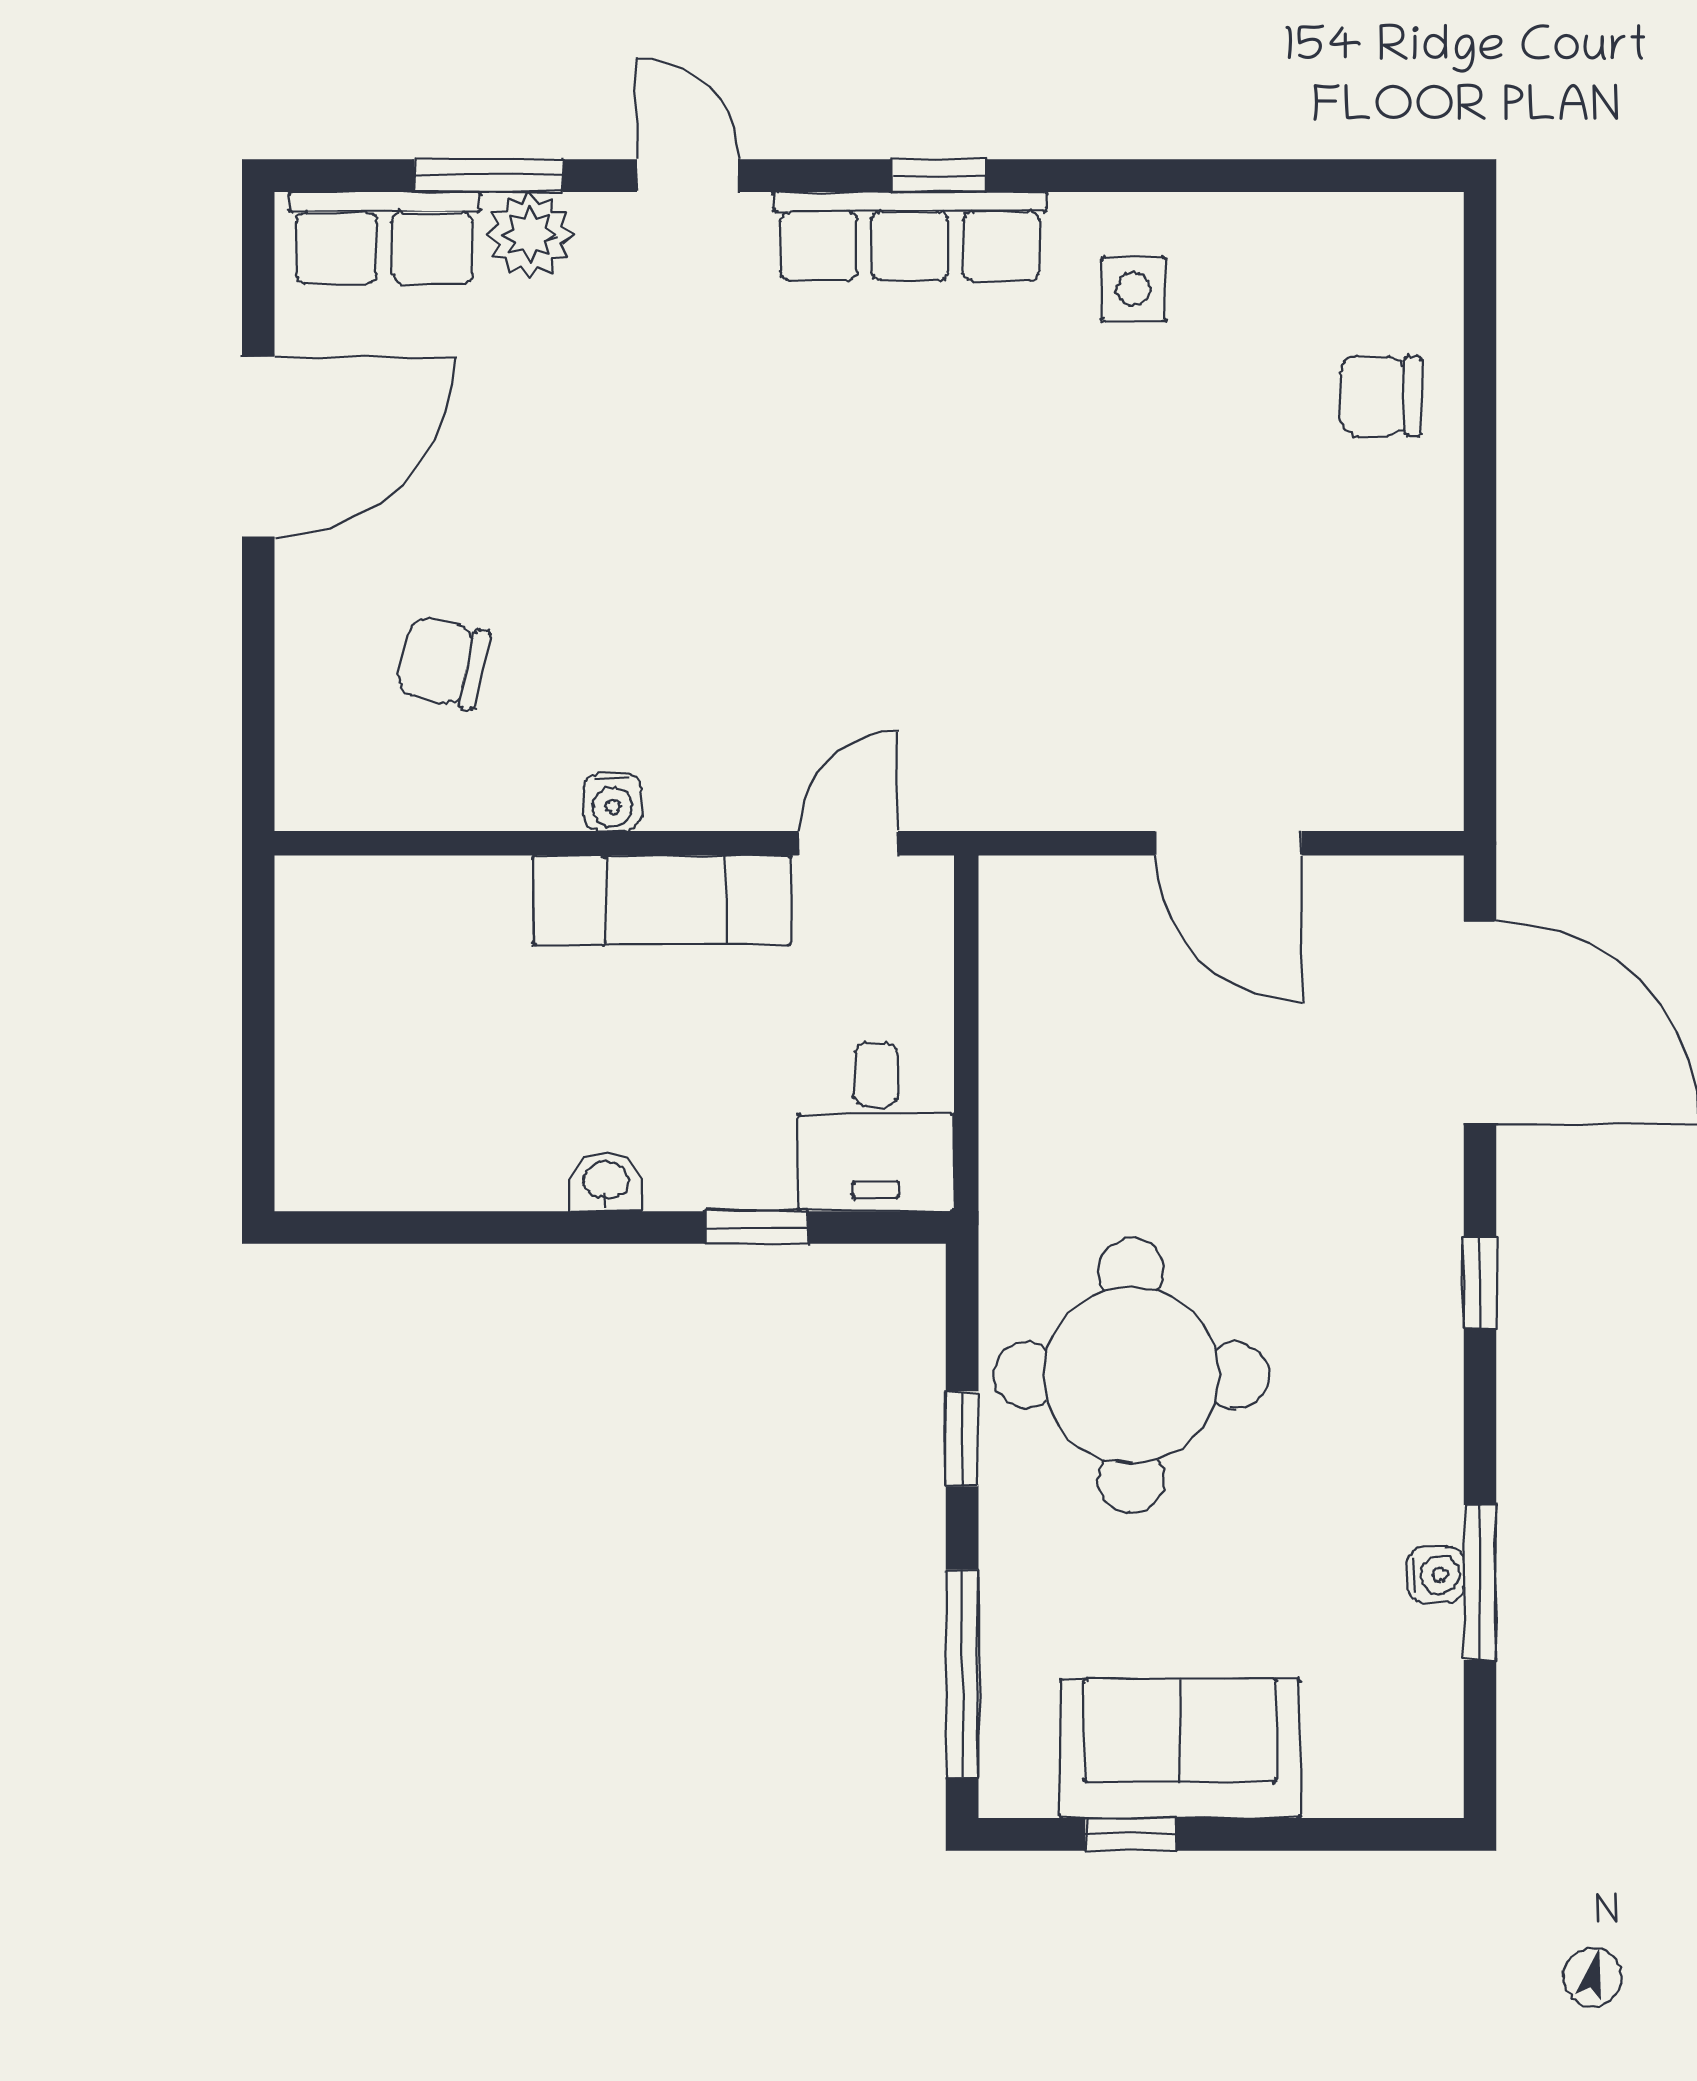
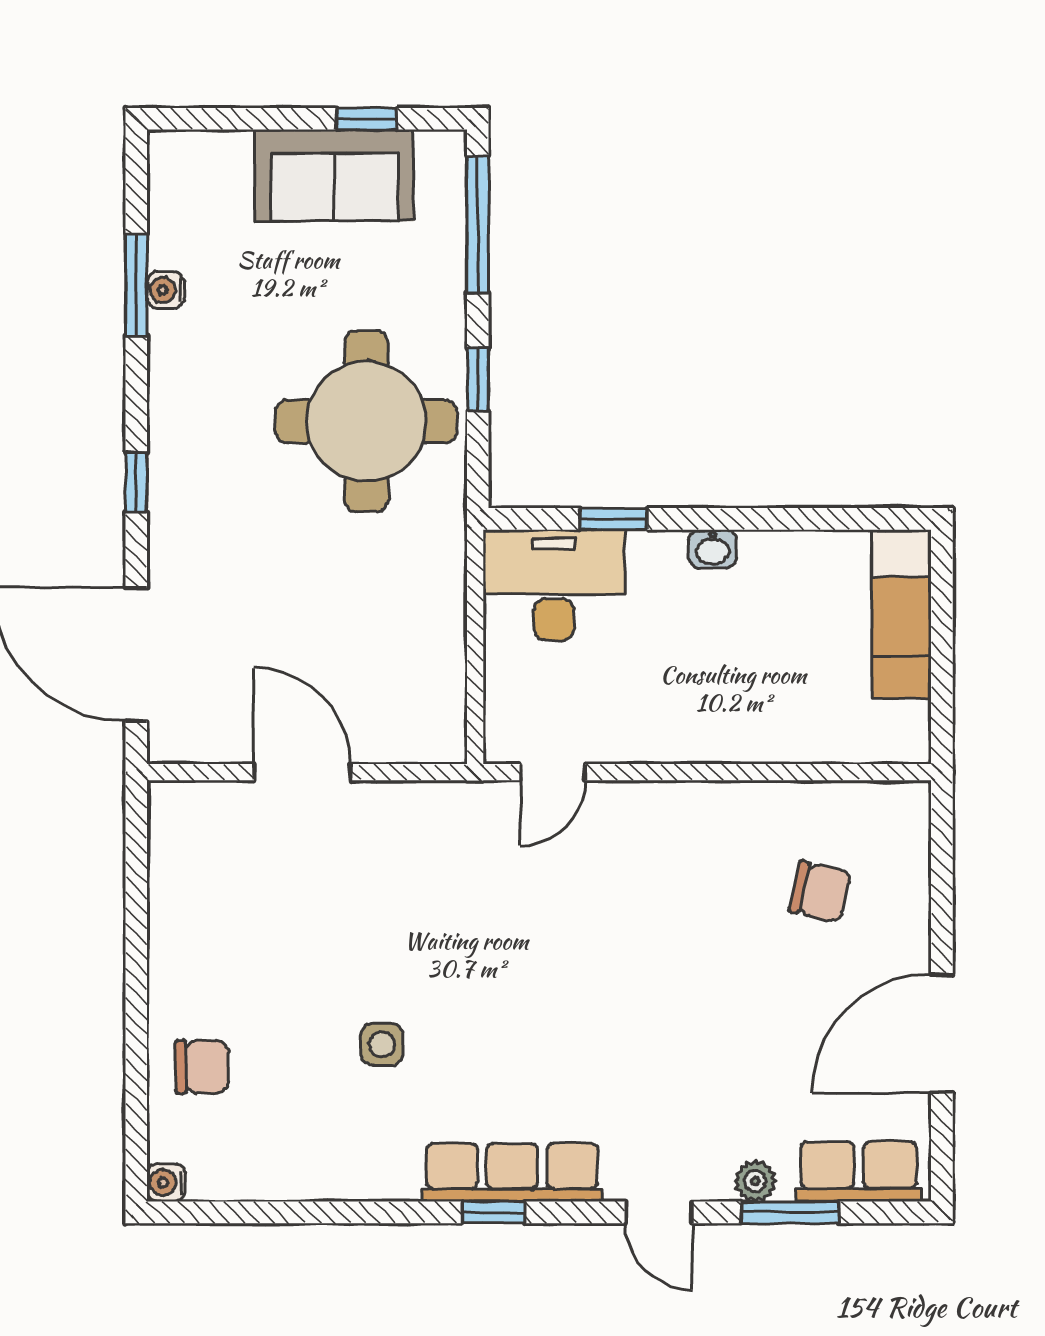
plant: (530, 235) -> (755, 1181), width x0.73, depth x0.73
side table: (1133, 289) -> (382, 1044), moved
water cooler: (612, 802) -> (166, 1183), moved, turned -90
exam couch: (662, 900) -> (901, 614), moved, turned -90
desk: (876, 1127) -> (554, 585), width x1.37

